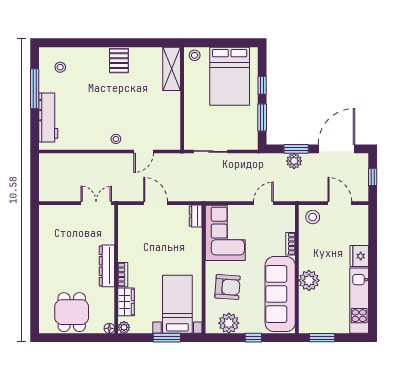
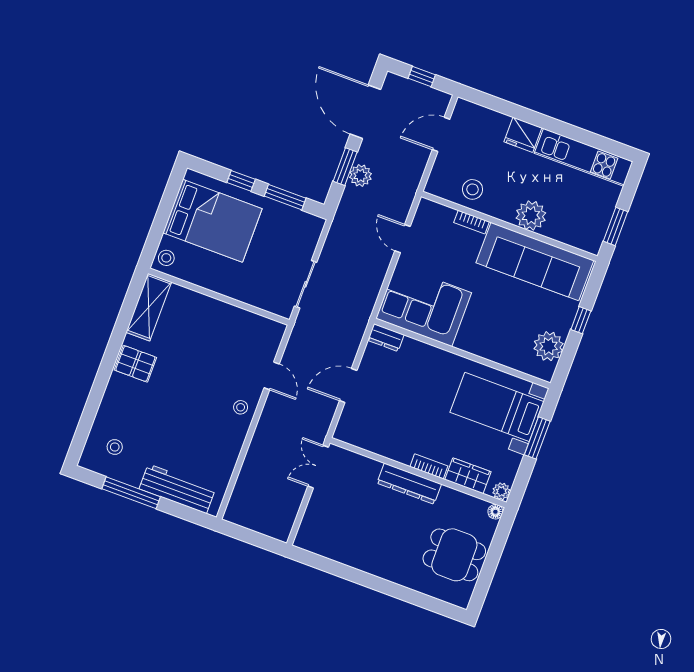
shelving: (172, 69) -> (149, 307), moved, turned 90
stool: (313, 217) -> (473, 189), moved
armchair: (228, 287) -> (499, 330), removed

